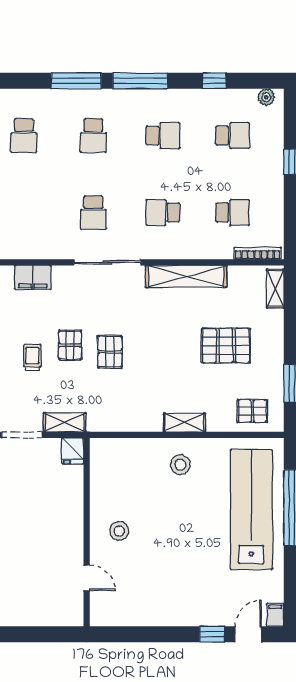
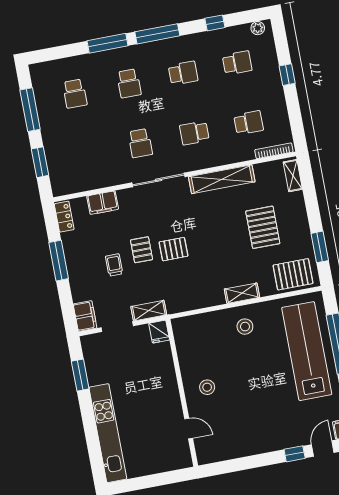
pallet: (226, 346) -> (263, 227), turned 90
pallet: (110, 352) -> (173, 249), turned 90
pallet: (252, 411) -> (293, 274), width x1.50, depth x1.42

